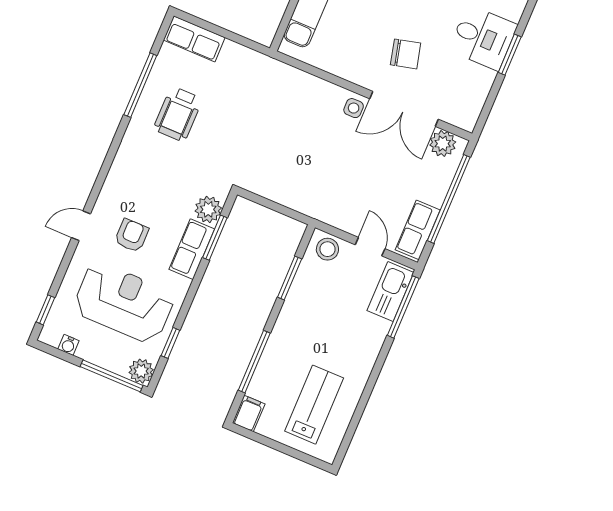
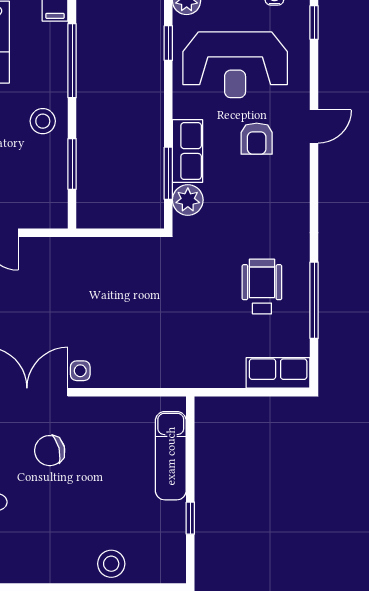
stool: (327, 249) -> (43, 121), moved

